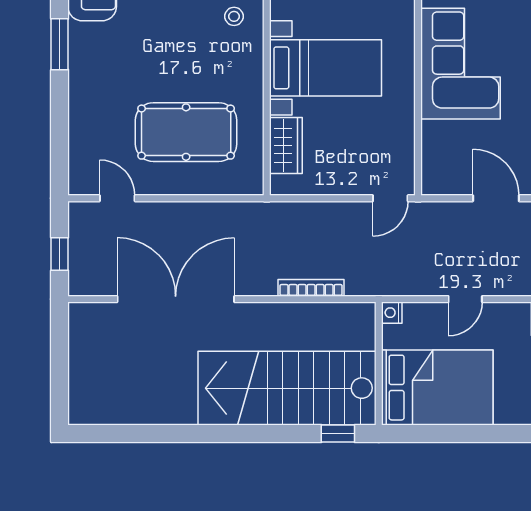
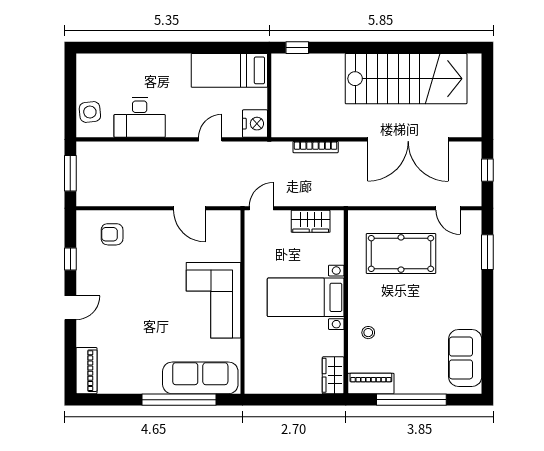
window: (60, 44) -> (487, 252), moved
wardrobe: (286, 146) -> (311, 221), moved, turned -90
nightstand: (392, 313) -> (255, 124), width x1.89, depth x1.79
stairs: (287, 388) -> (406, 79), moved
bed: (437, 388) -> (229, 70), width x0.67

